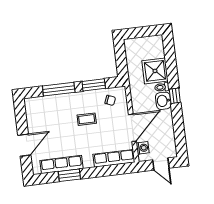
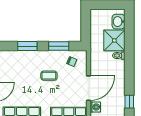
window: (59, 89) -> (27, 46), width x0.69
window: (175, 96) -> (129, 102), moved
washbasin: (163, 101) -> (118, 22), moved

